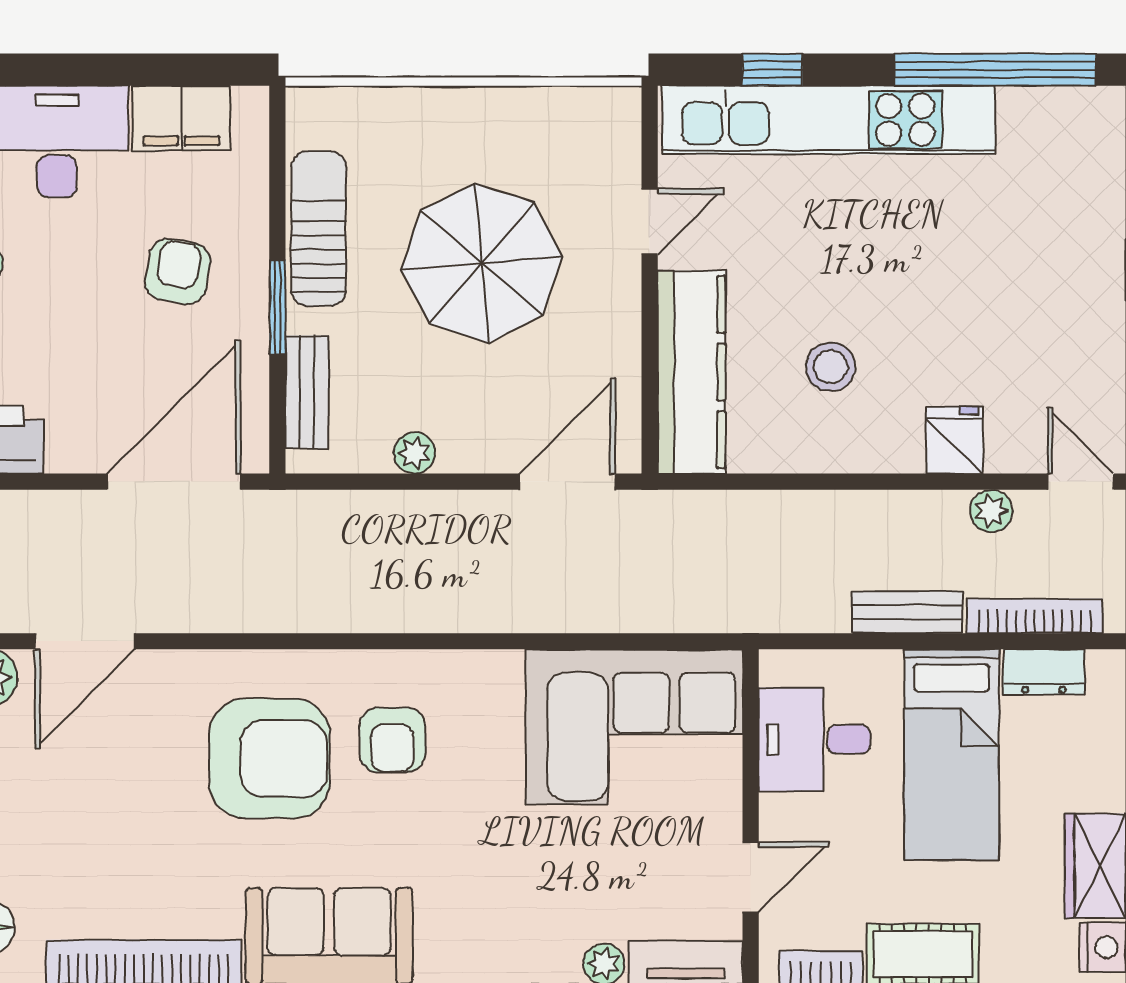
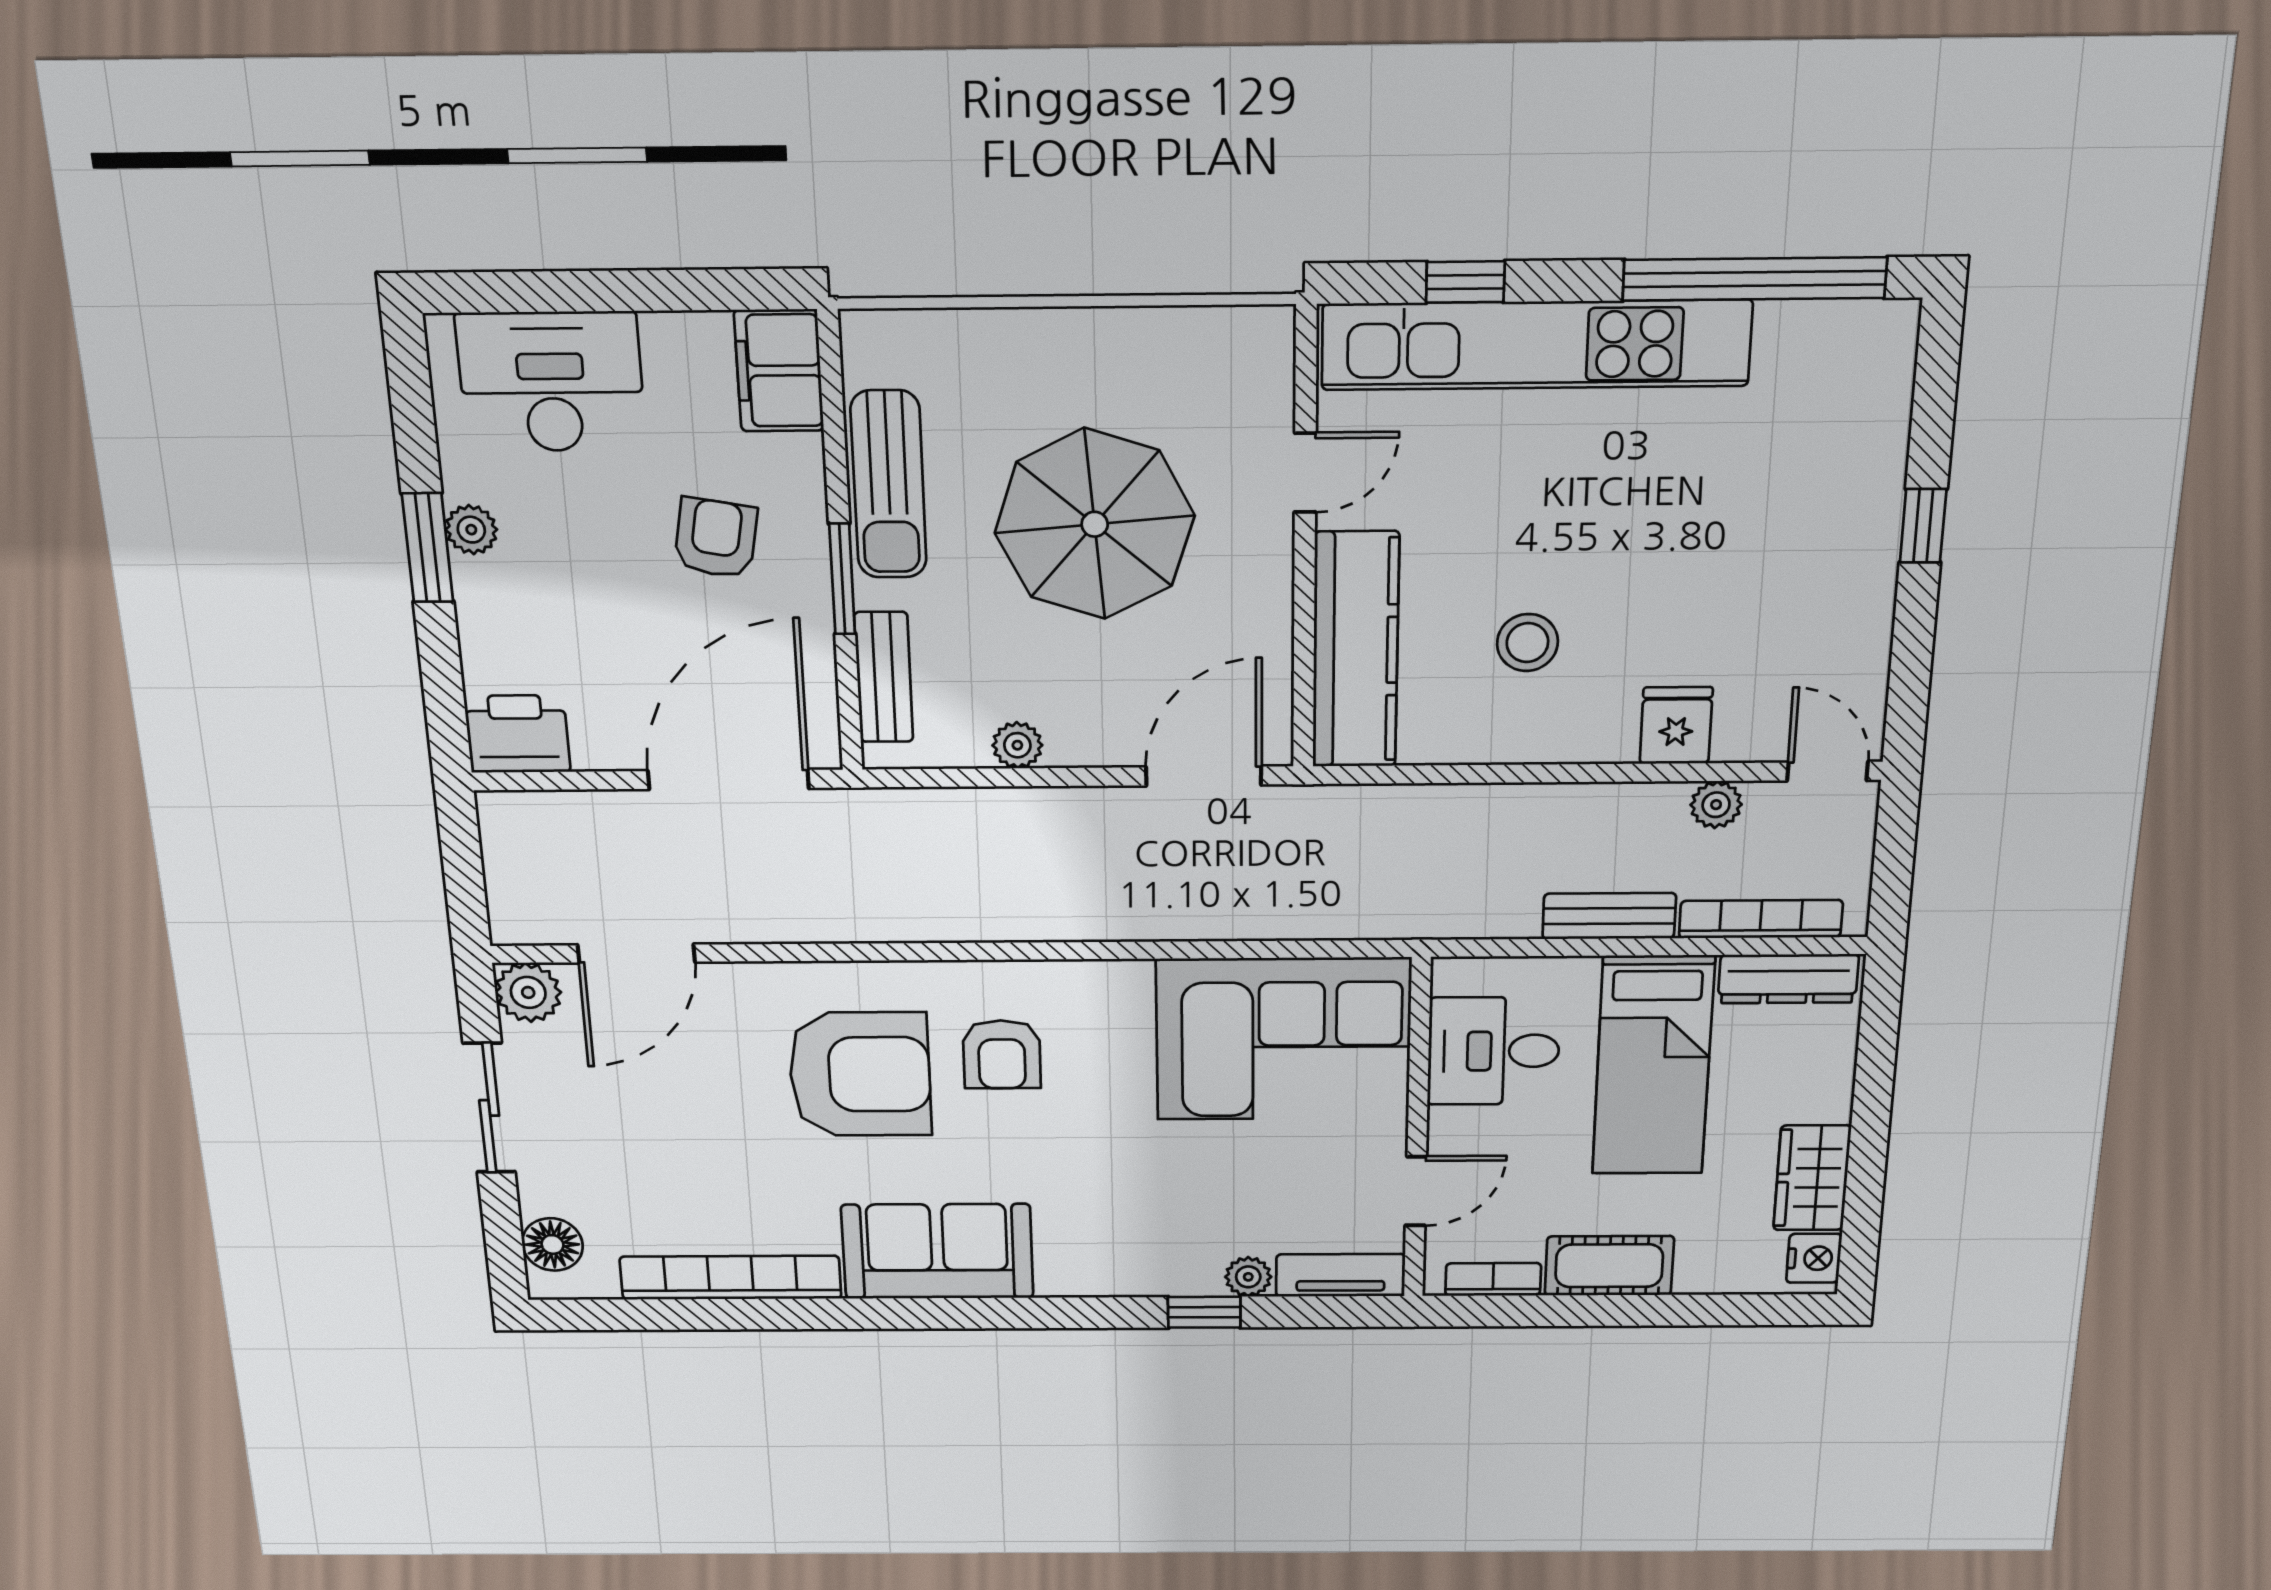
filing cabinet: (181, 118) -> (779, 371), moved, turned 90
sun lounger: (319, 228) -> (889, 485), turned 180
dresser: (1044, 672) -> (1788, 979), width x1.44

